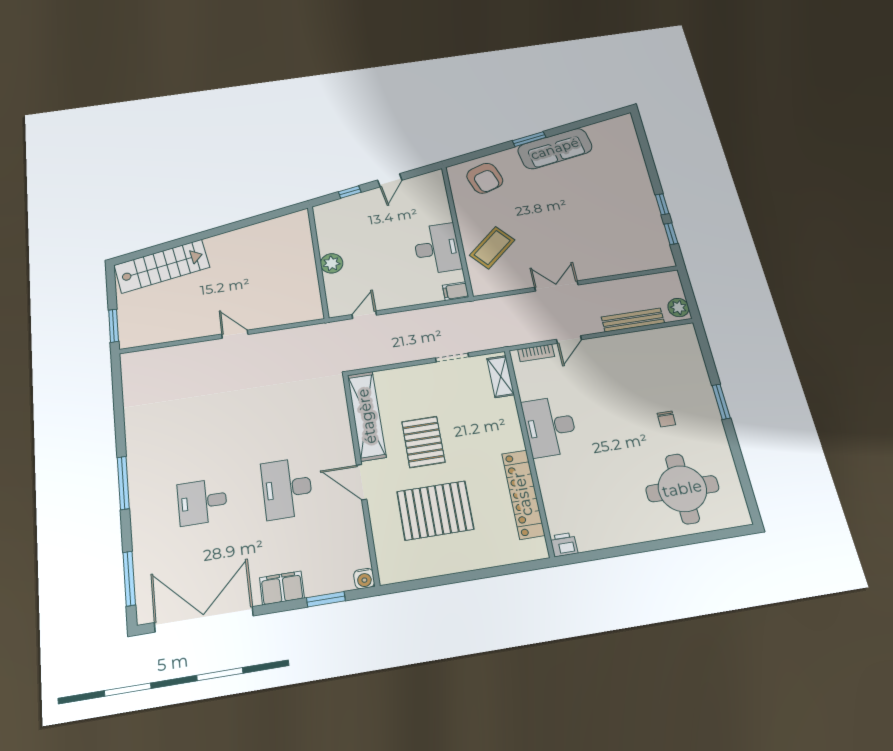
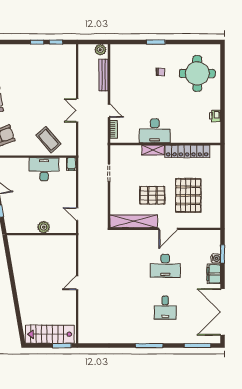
stairs: (162, 266) -> (50, 334), moved, turned -80
shelving: (501, 377) -> (153, 150), moved
printer: (564, 545) -> (215, 116), moved
water cooler: (364, 579) -> (216, 258), moved

